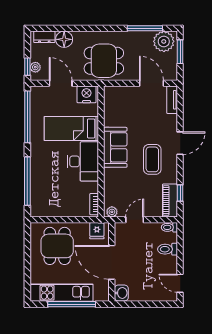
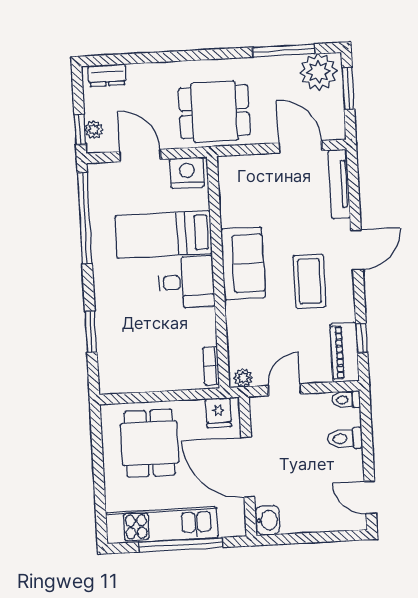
floor lamp: (64, 39) -> (142, 78), removed
tv unit: (172, 100) -> (339, 184), width x1.41
desk: (83, 161) -> (187, 282), width x0.73
window: (27, 181) -> (91, 332), width x0.47

